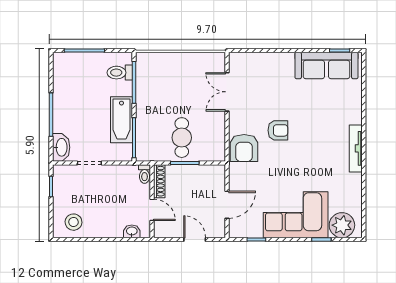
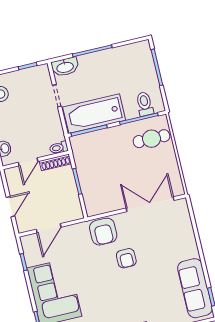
double door: (227, 92) -> (150, 204), width x1.37
bathtub: (121, 120) -> (94, 114), width x1.36, depth x1.36
cafe table: (182, 138) -> (151, 139), moved
armchair: (244, 148) -> (103, 232), turned -90
door: (227, 205) -> (49, 228), hinge flipped

